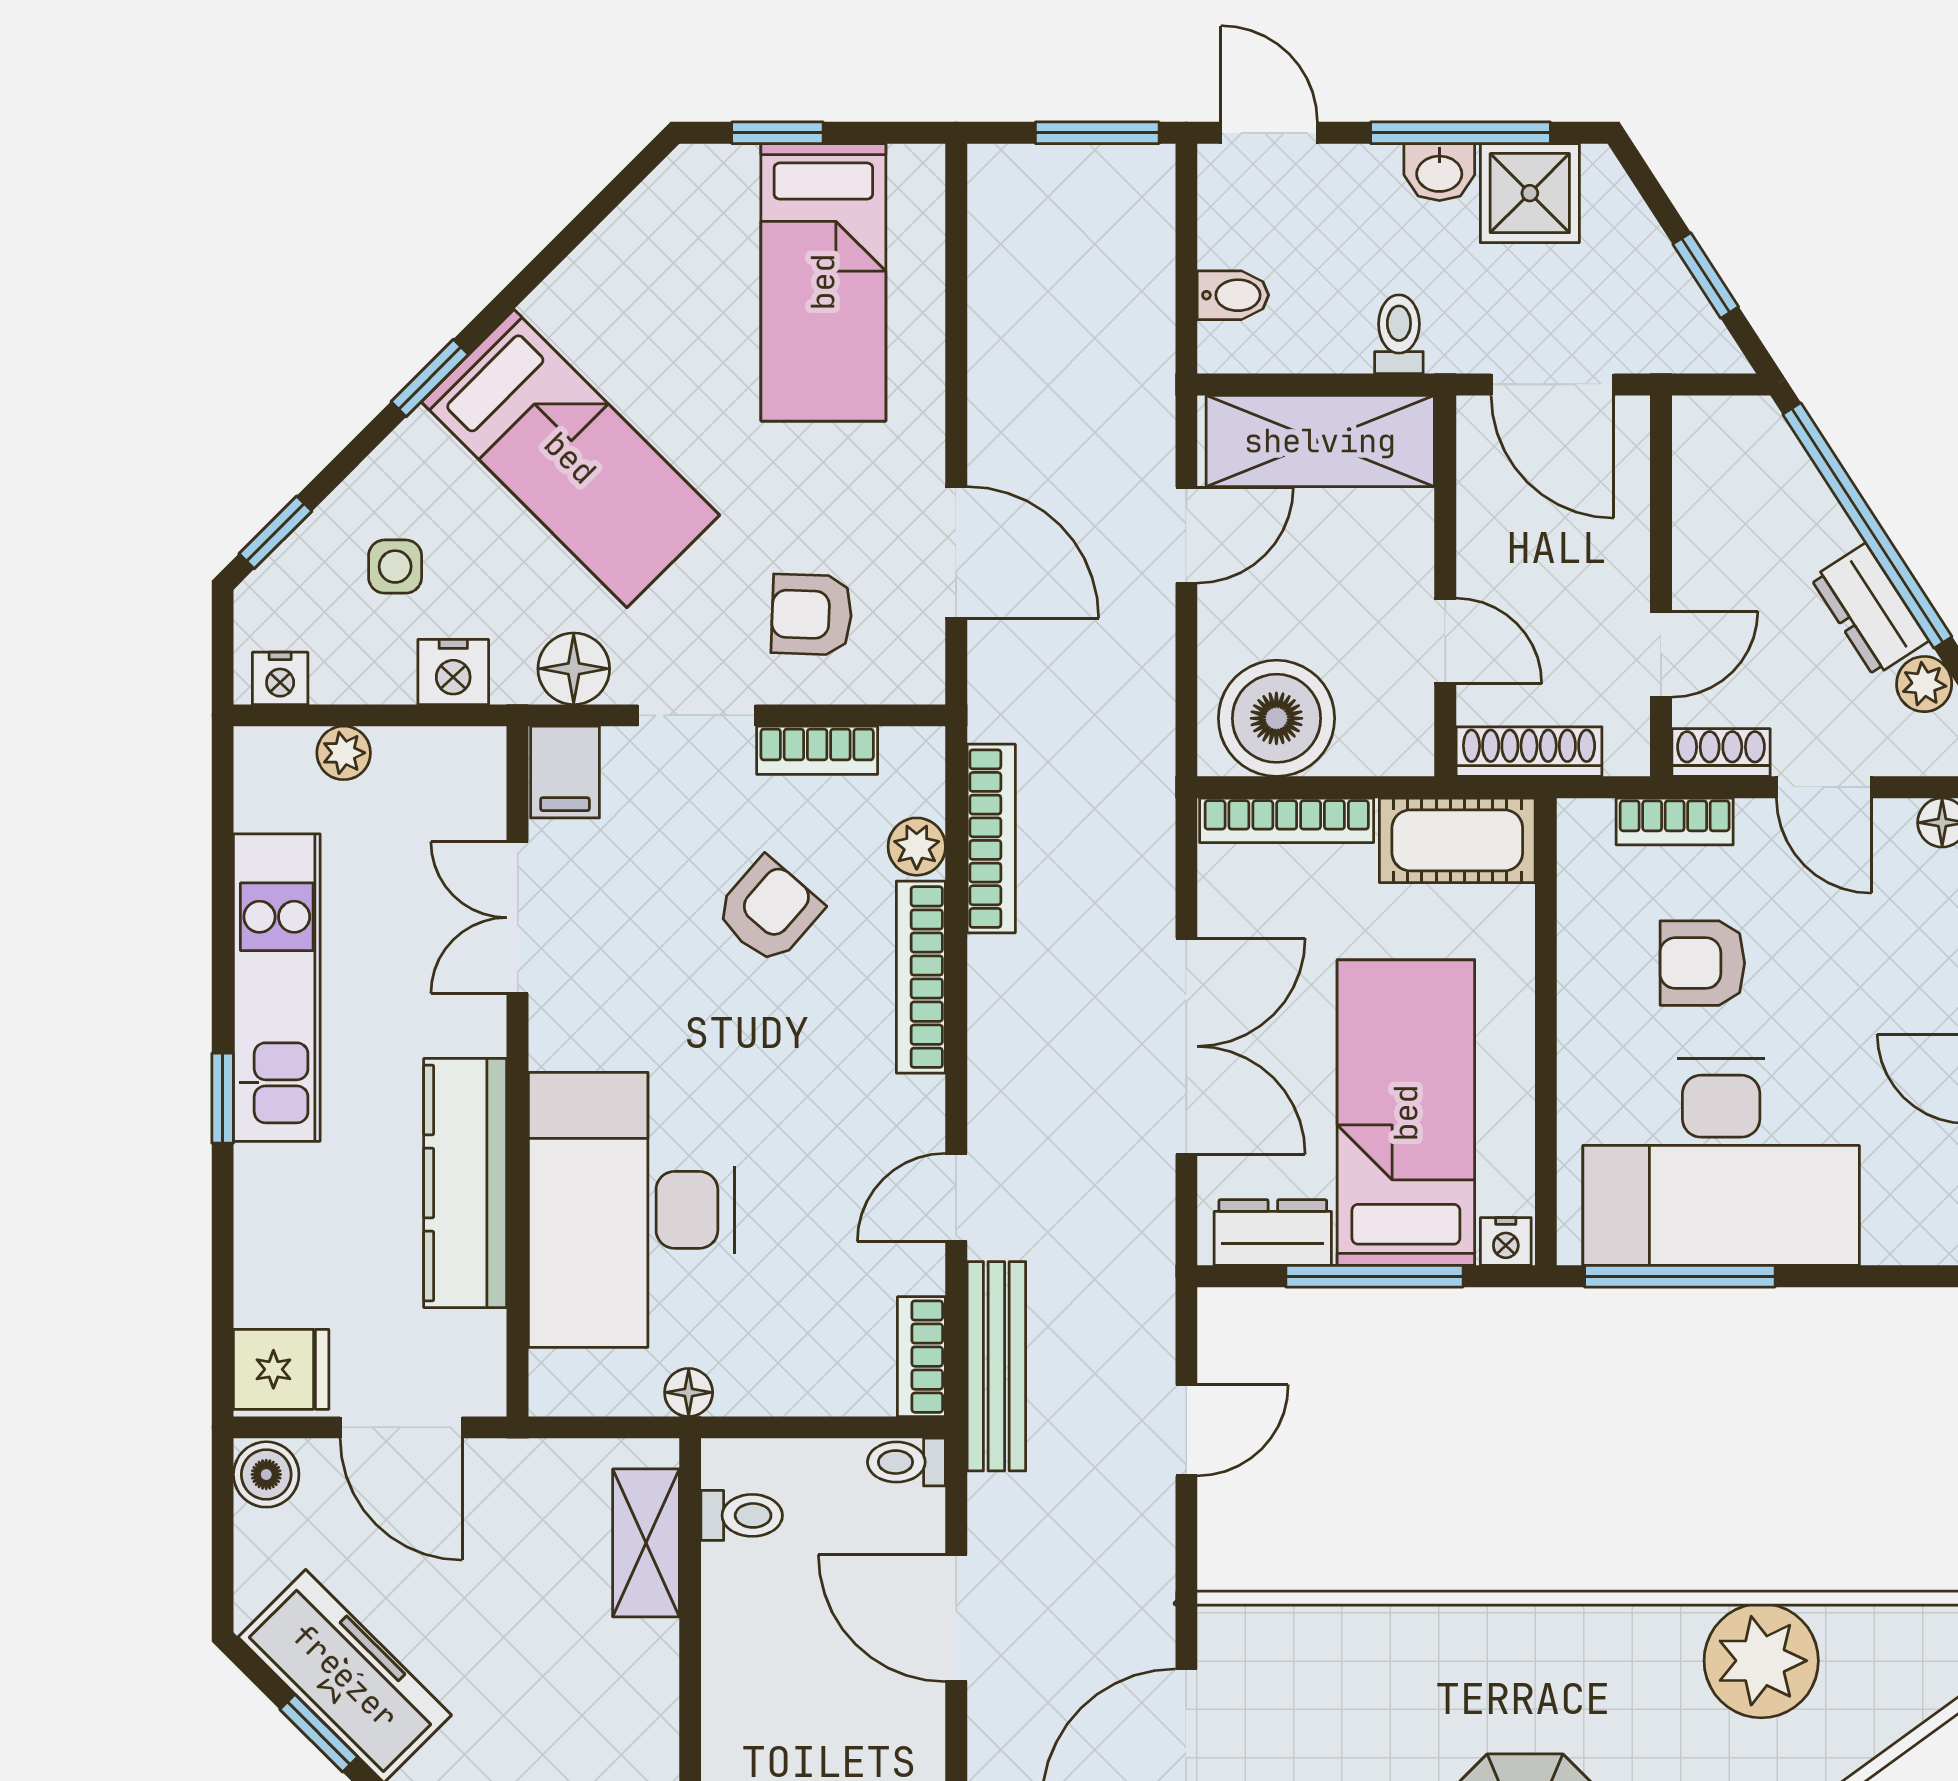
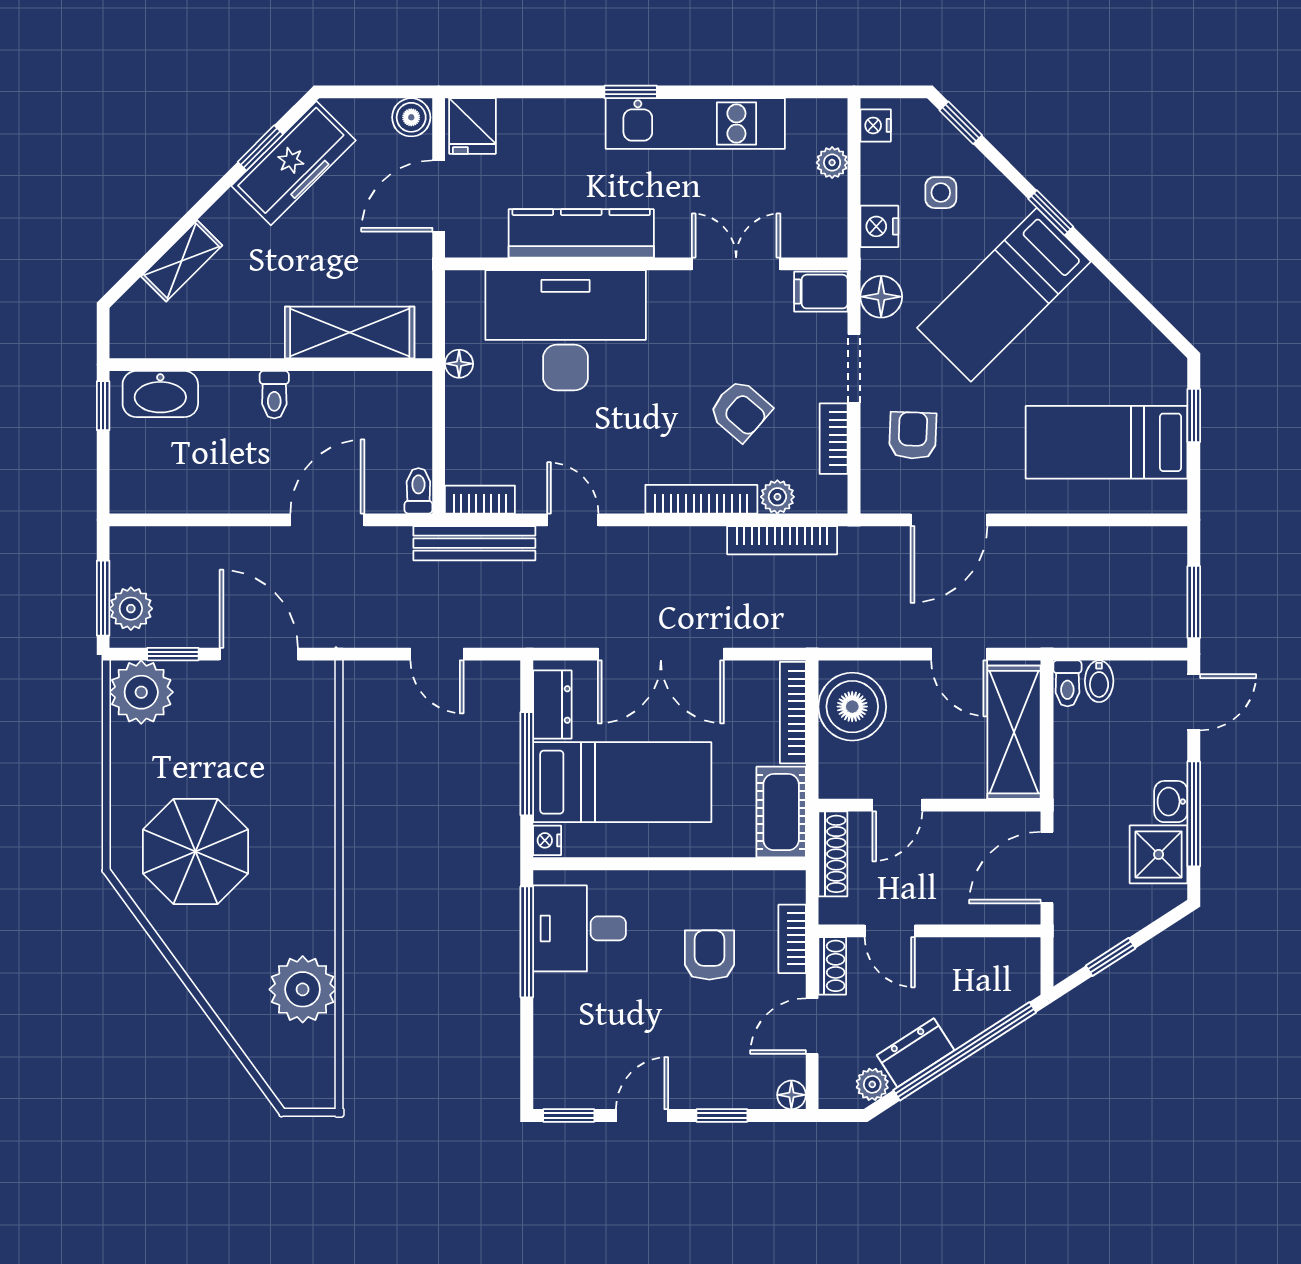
toilet: (1399, 334) -> (1067, 683), moved, turned 90
desk: (1721, 1162) -> (579, 928), width x0.53, depth x0.77
toilet: (742, 1515) -> (274, 395), moved
shelving: (646, 1543) -> (350, 332), width x1.50, depth x1.33

